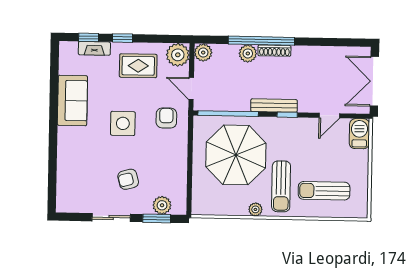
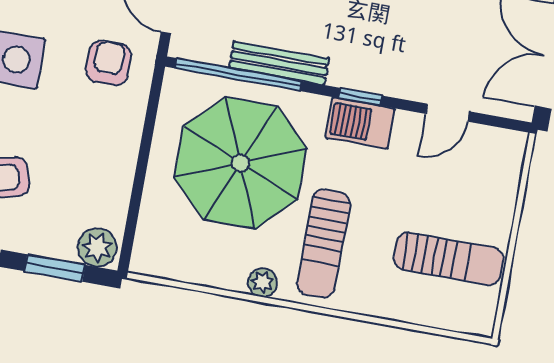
bench: (274, 106) -> (279, 63), moved
barbecue: (359, 134) -> (360, 123), moved, turned -90
sun lounger: (324, 191) -> (448, 259), moved, turned 180
plant: (162, 205) -> (97, 247), moved

